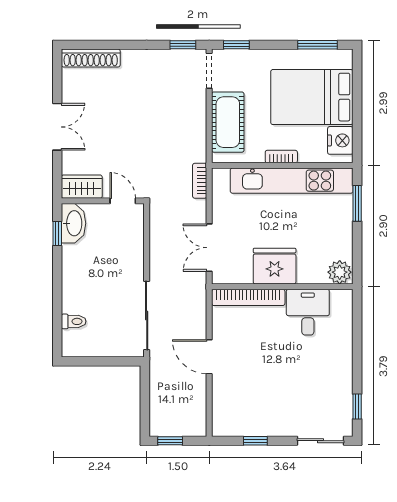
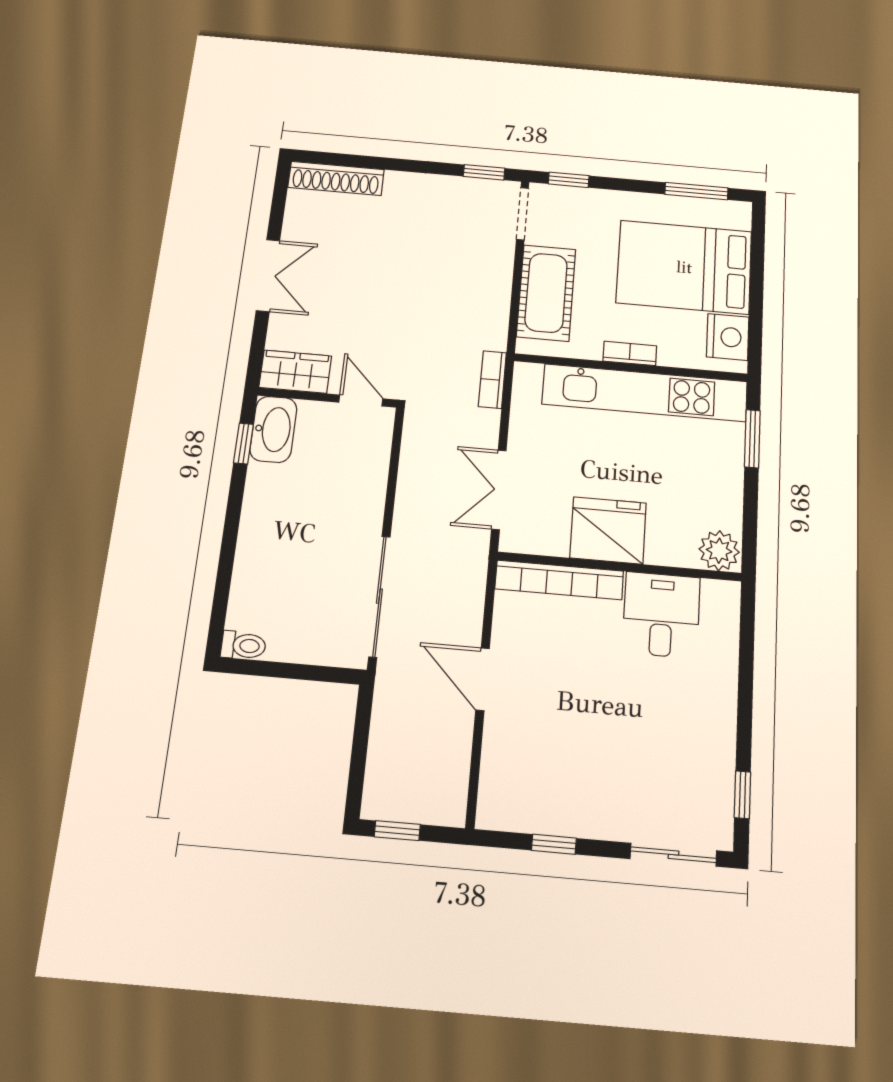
toilet: (74, 321) -> (243, 645), moved

